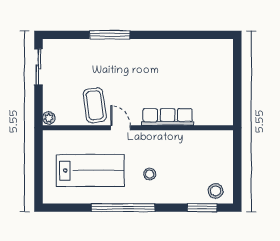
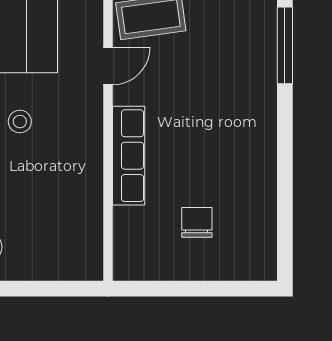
chair: (203, 81) -> (197, 222), added

